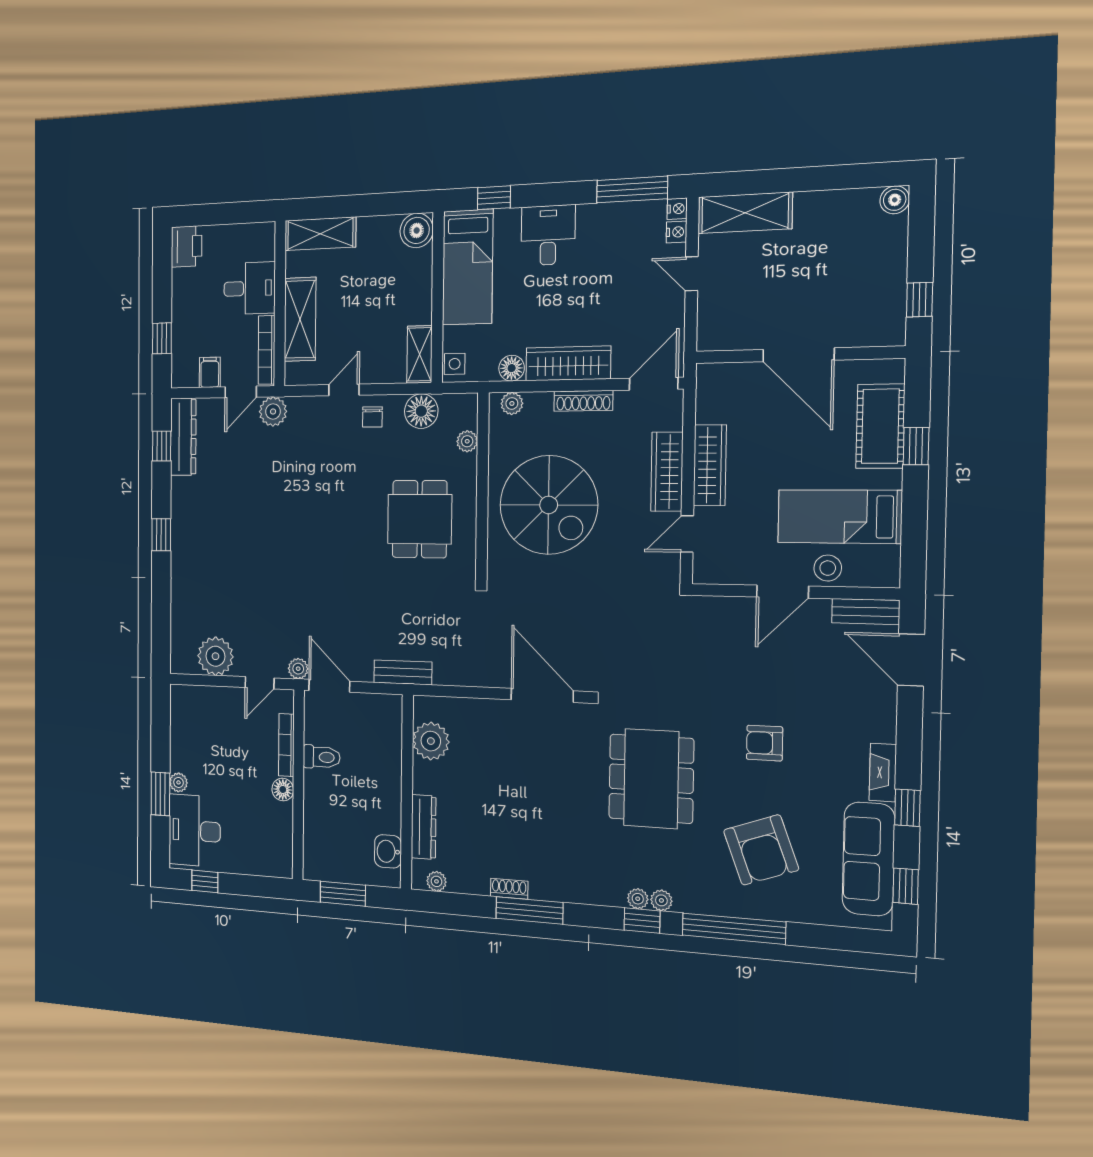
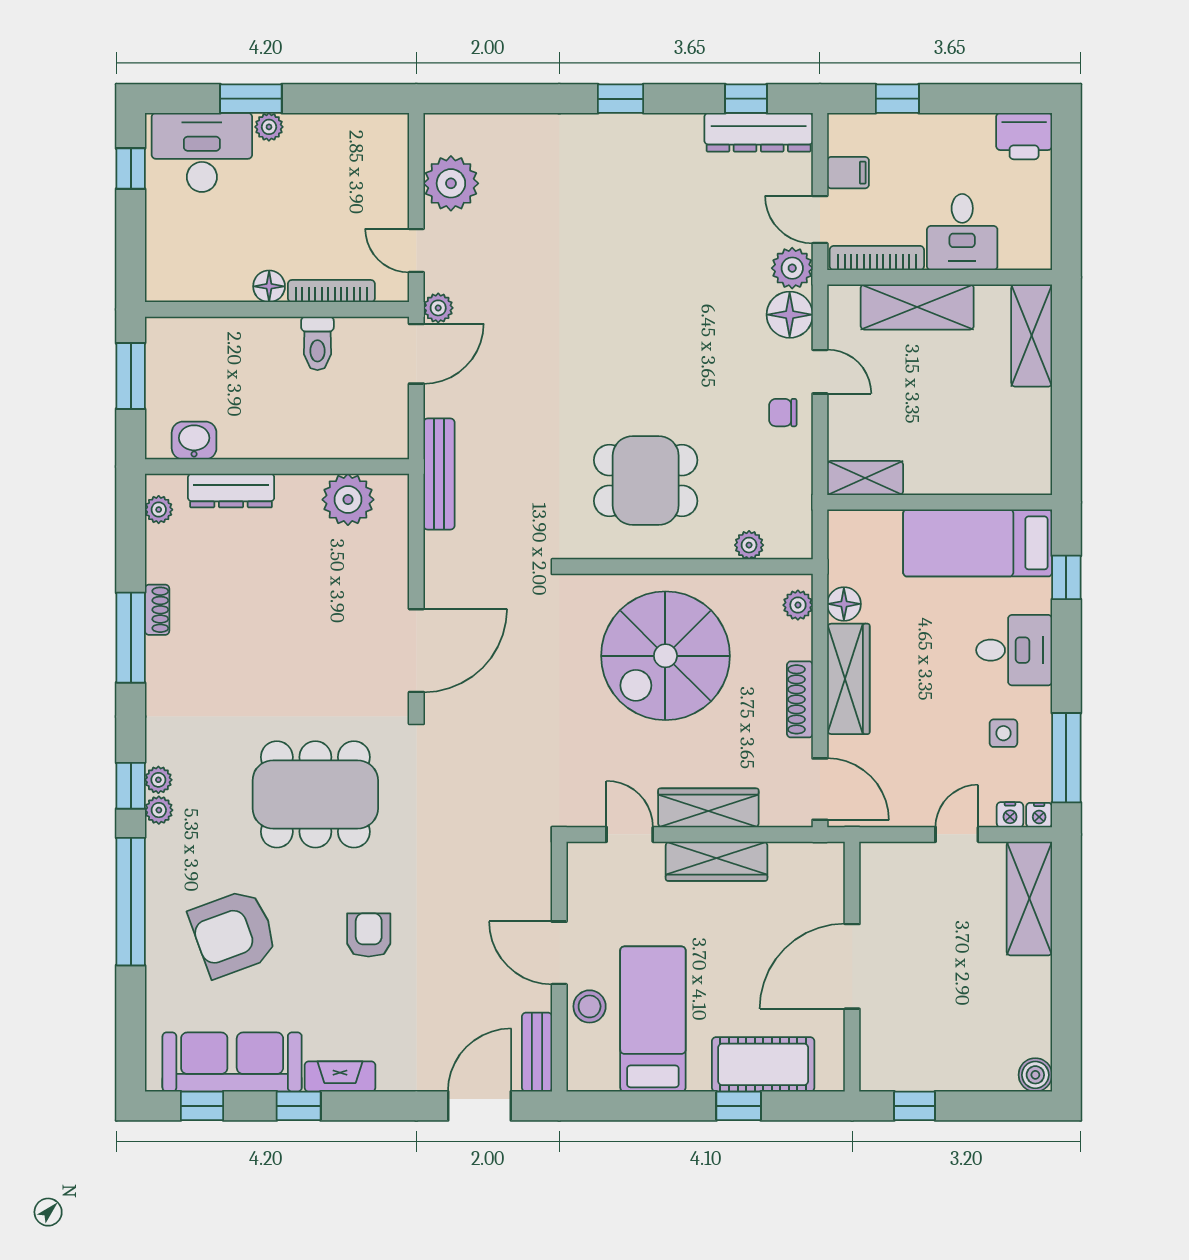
boiler: (417, 230) -> (1029, 472), removed
side table: (455, 364) -> (1003, 733), moved
floor lamp: (421, 411) -> (790, 315), moved
bench: (403, 672) -> (439, 474), width x1.36

